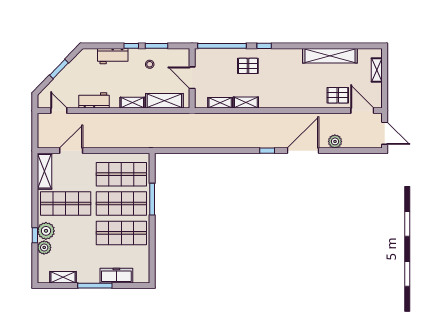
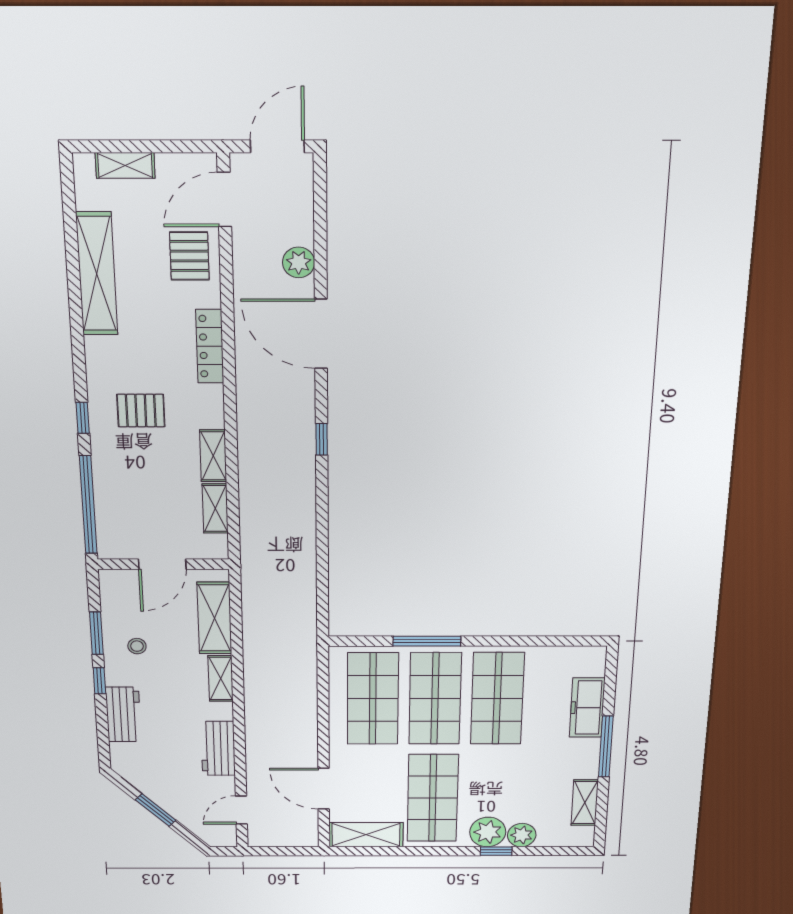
pallet: (248, 66) -> (141, 411), moved, turned 90
locker: (297, 103) -> (210, 346), added
window: (267, 151) -> (322, 439), moved

